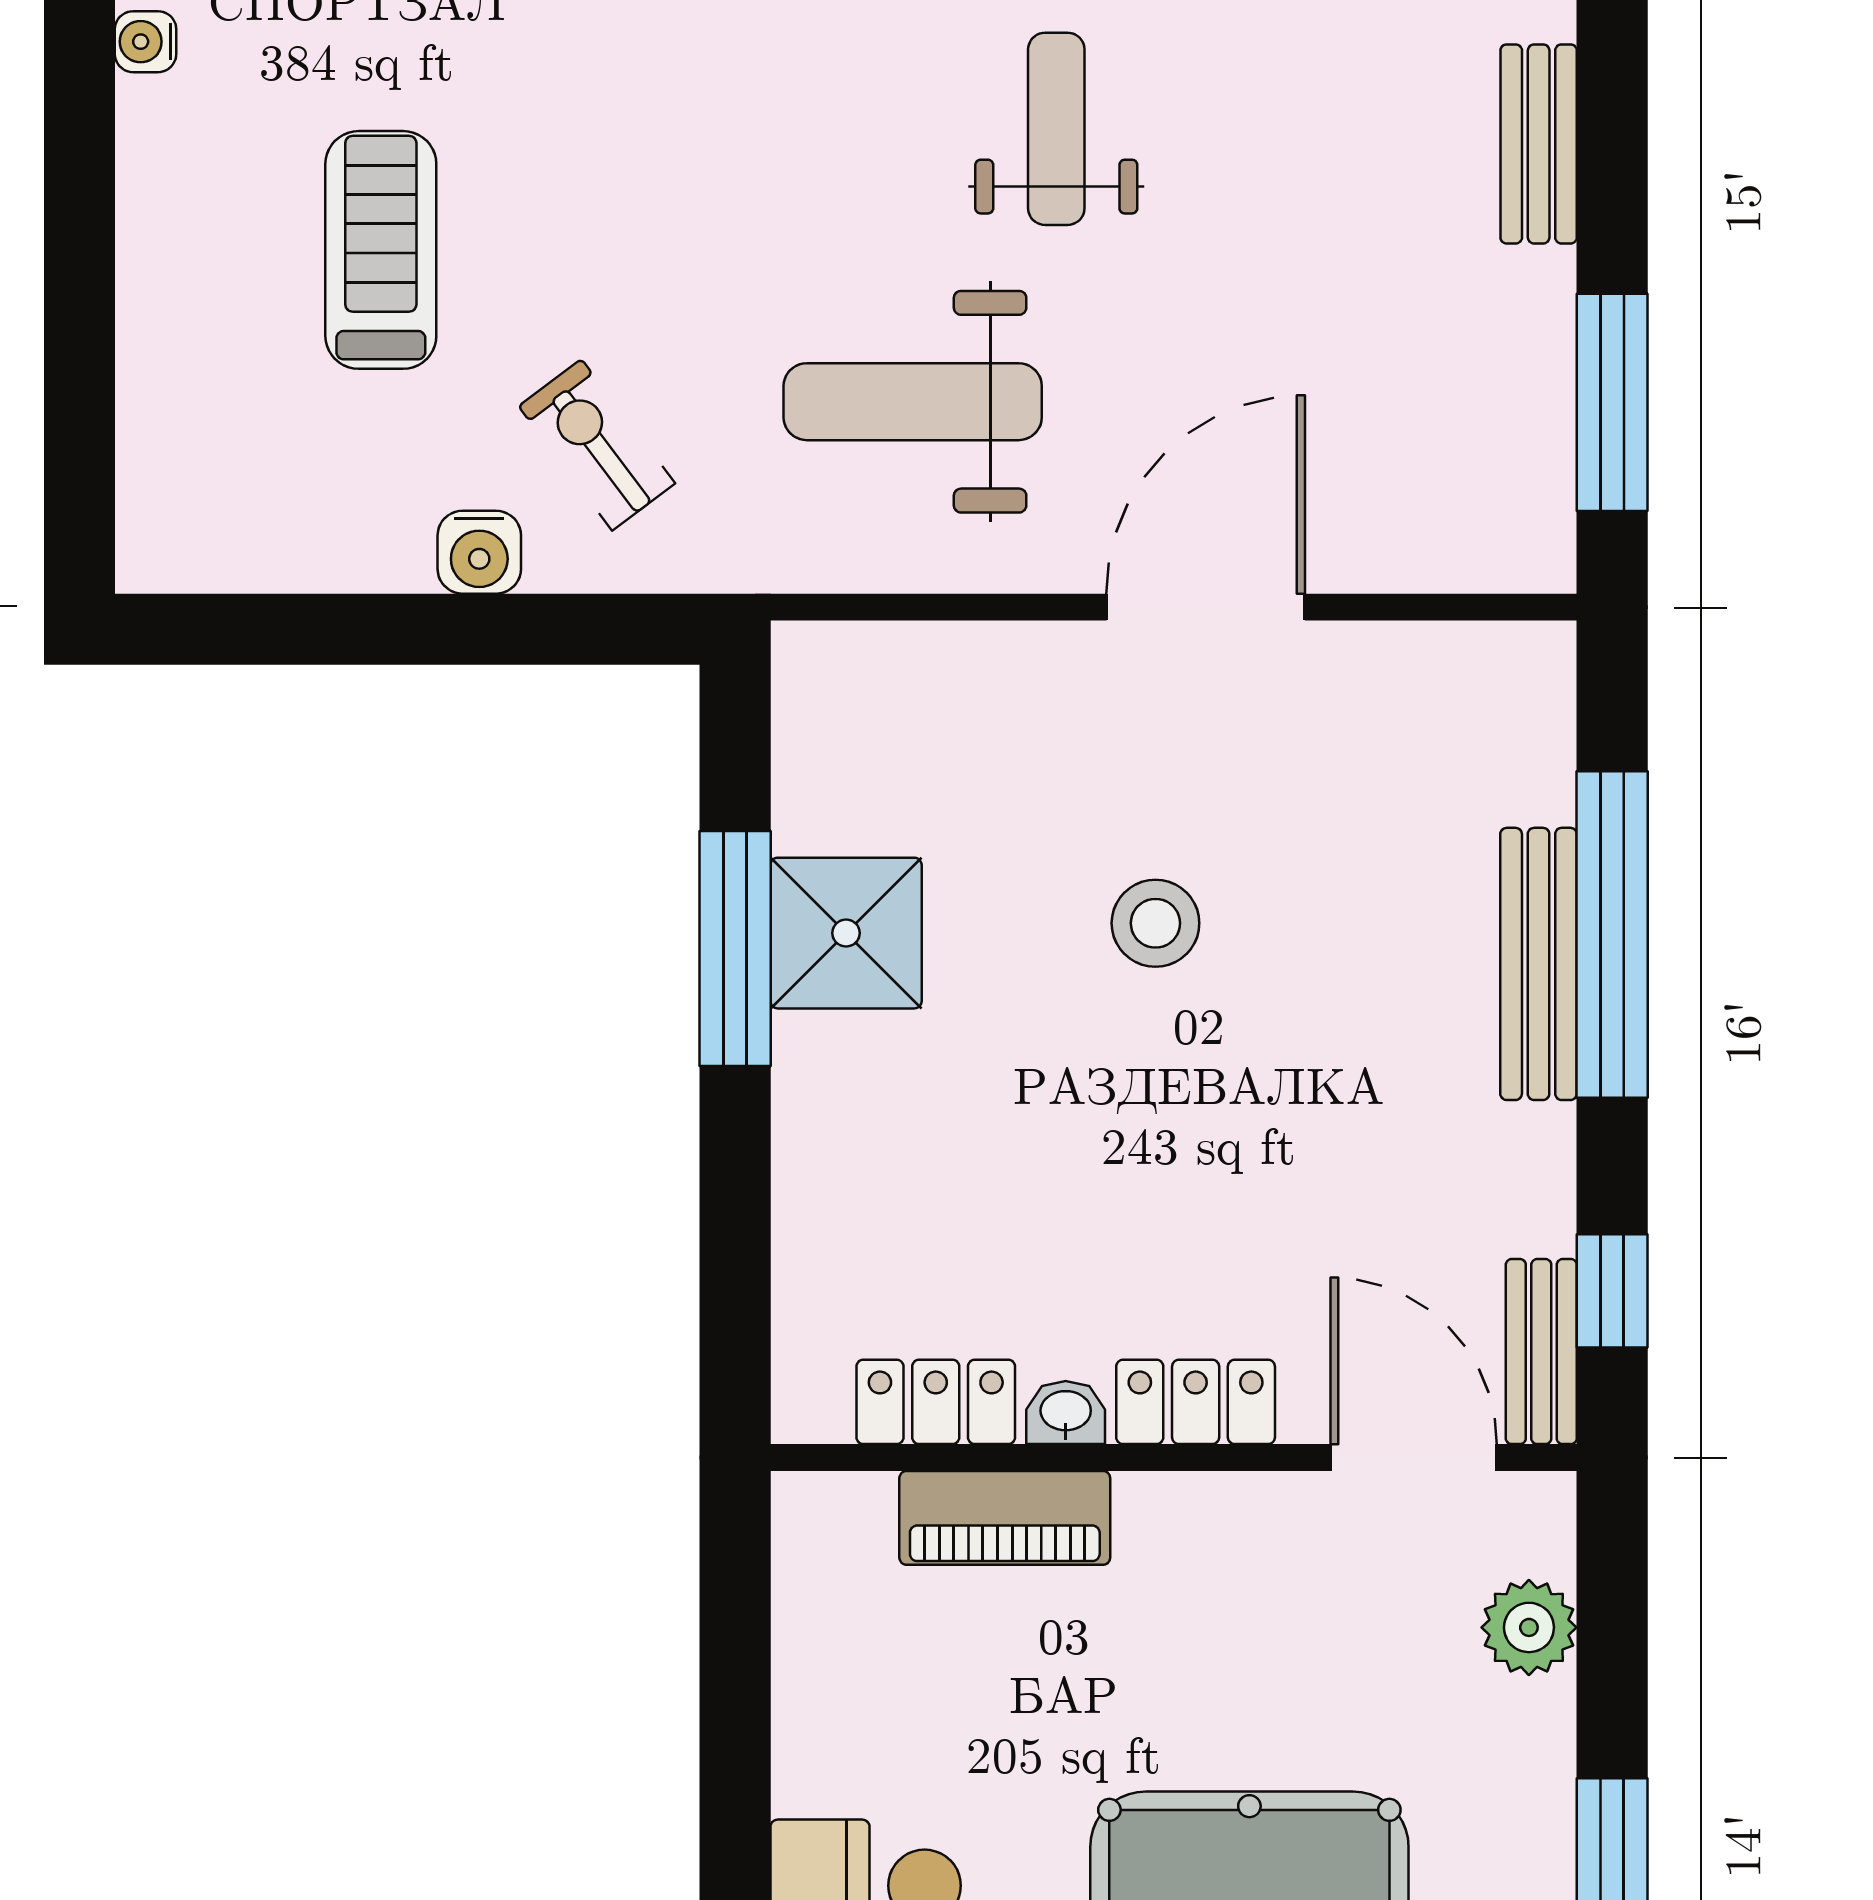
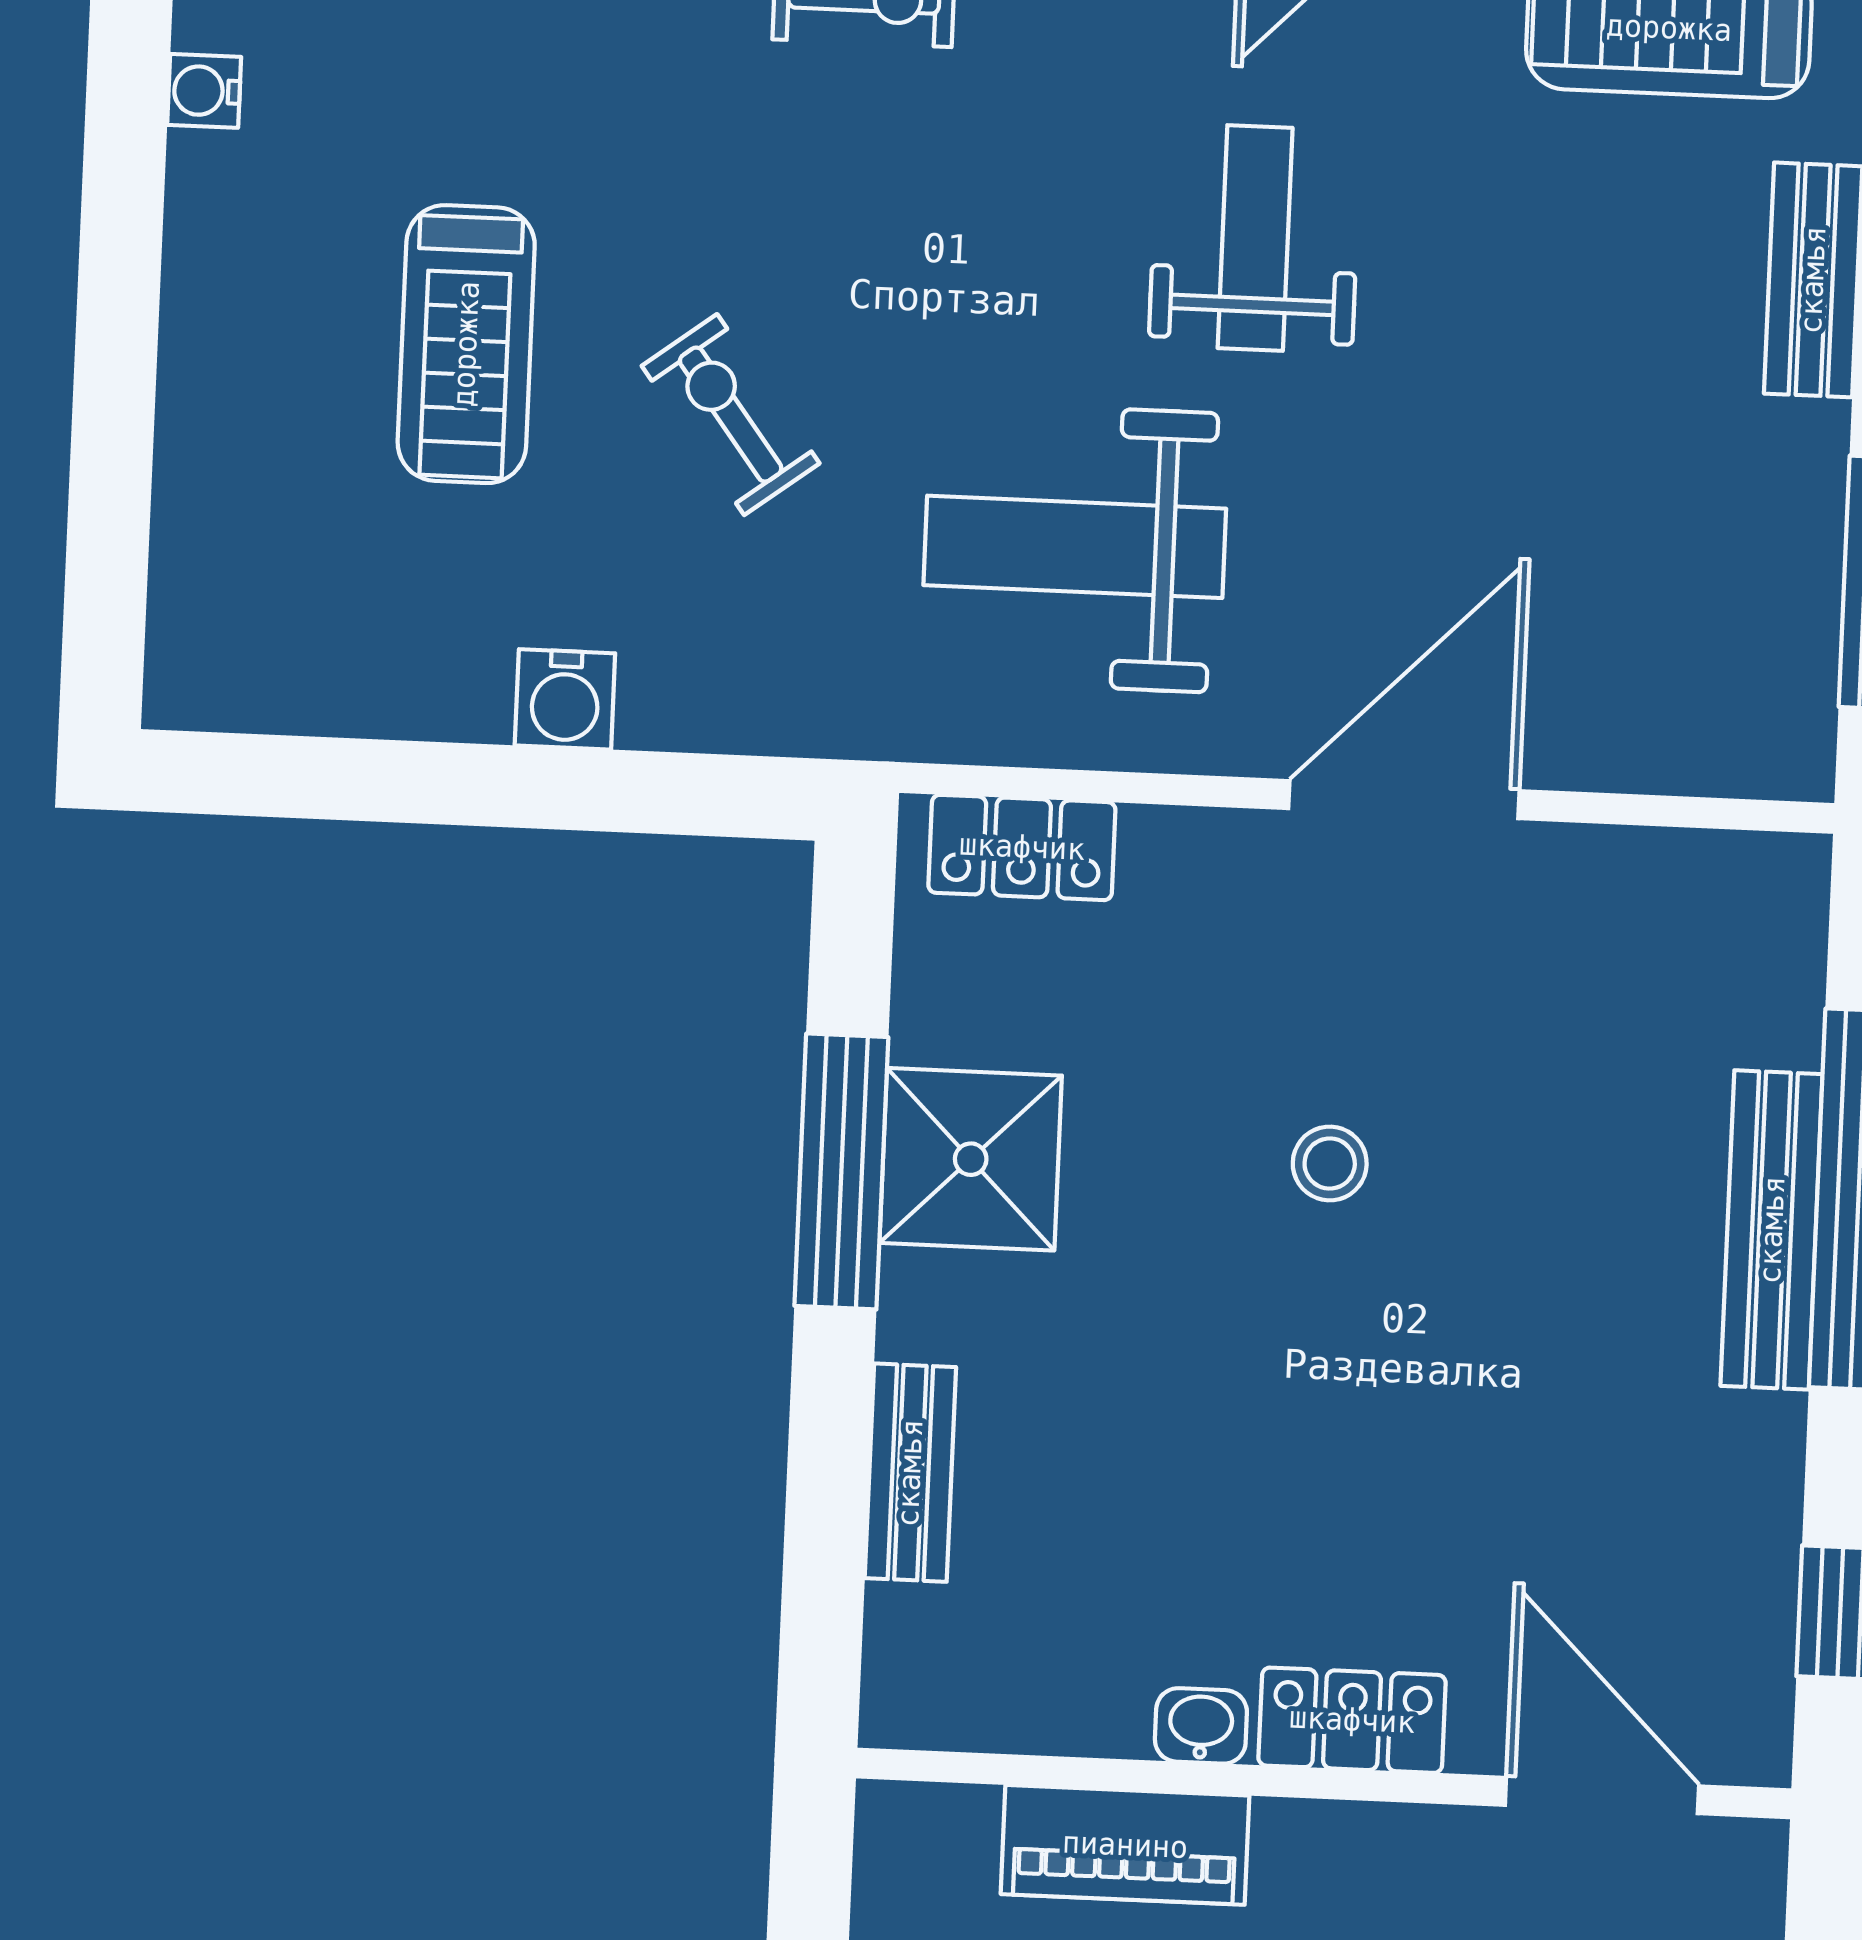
treadmill: (381, 250) -> (466, 344), turned 180
exercise bike: (597, 445) -> (731, 415), moved
stool: (1155, 923) -> (1330, 1163), width x0.73, depth x0.73
bench: (1541, 1352) -> (910, 1473), moved
locker: (936, 1402) -> (1022, 847), moved, turned 180

